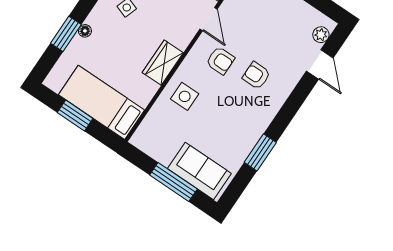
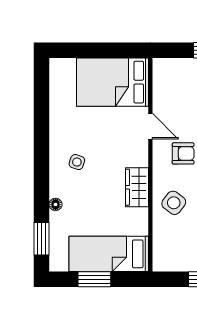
window: (66, 34) -> (42, 239), moved
side table: (185, 96) -> (174, 203), turned 37

